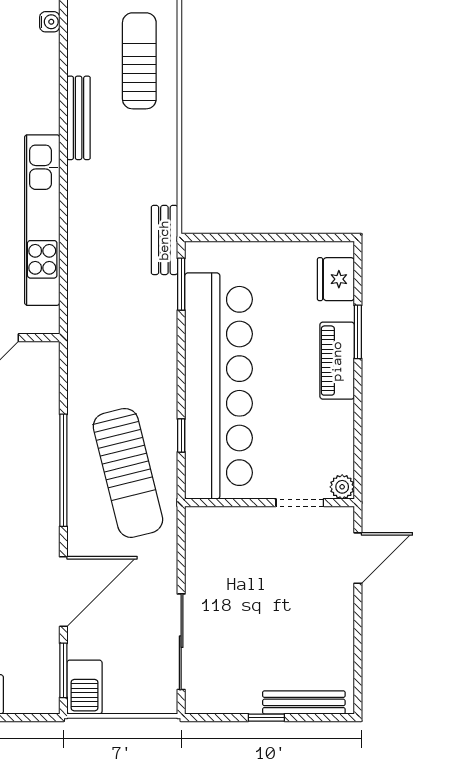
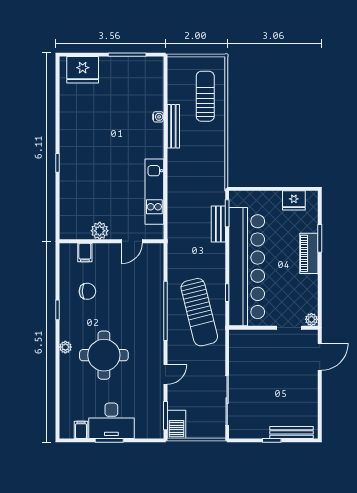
water cooler: (50, 22) -> (158, 117), moved
kitchen unit: (42, 220) -> (154, 192), width x0.73
bench: (164, 240) -> (218, 224), moved
fridge: (336, 279) -> (294, 200), moved, turned -90
door: (63, 592) -> (165, 374), width x0.53

